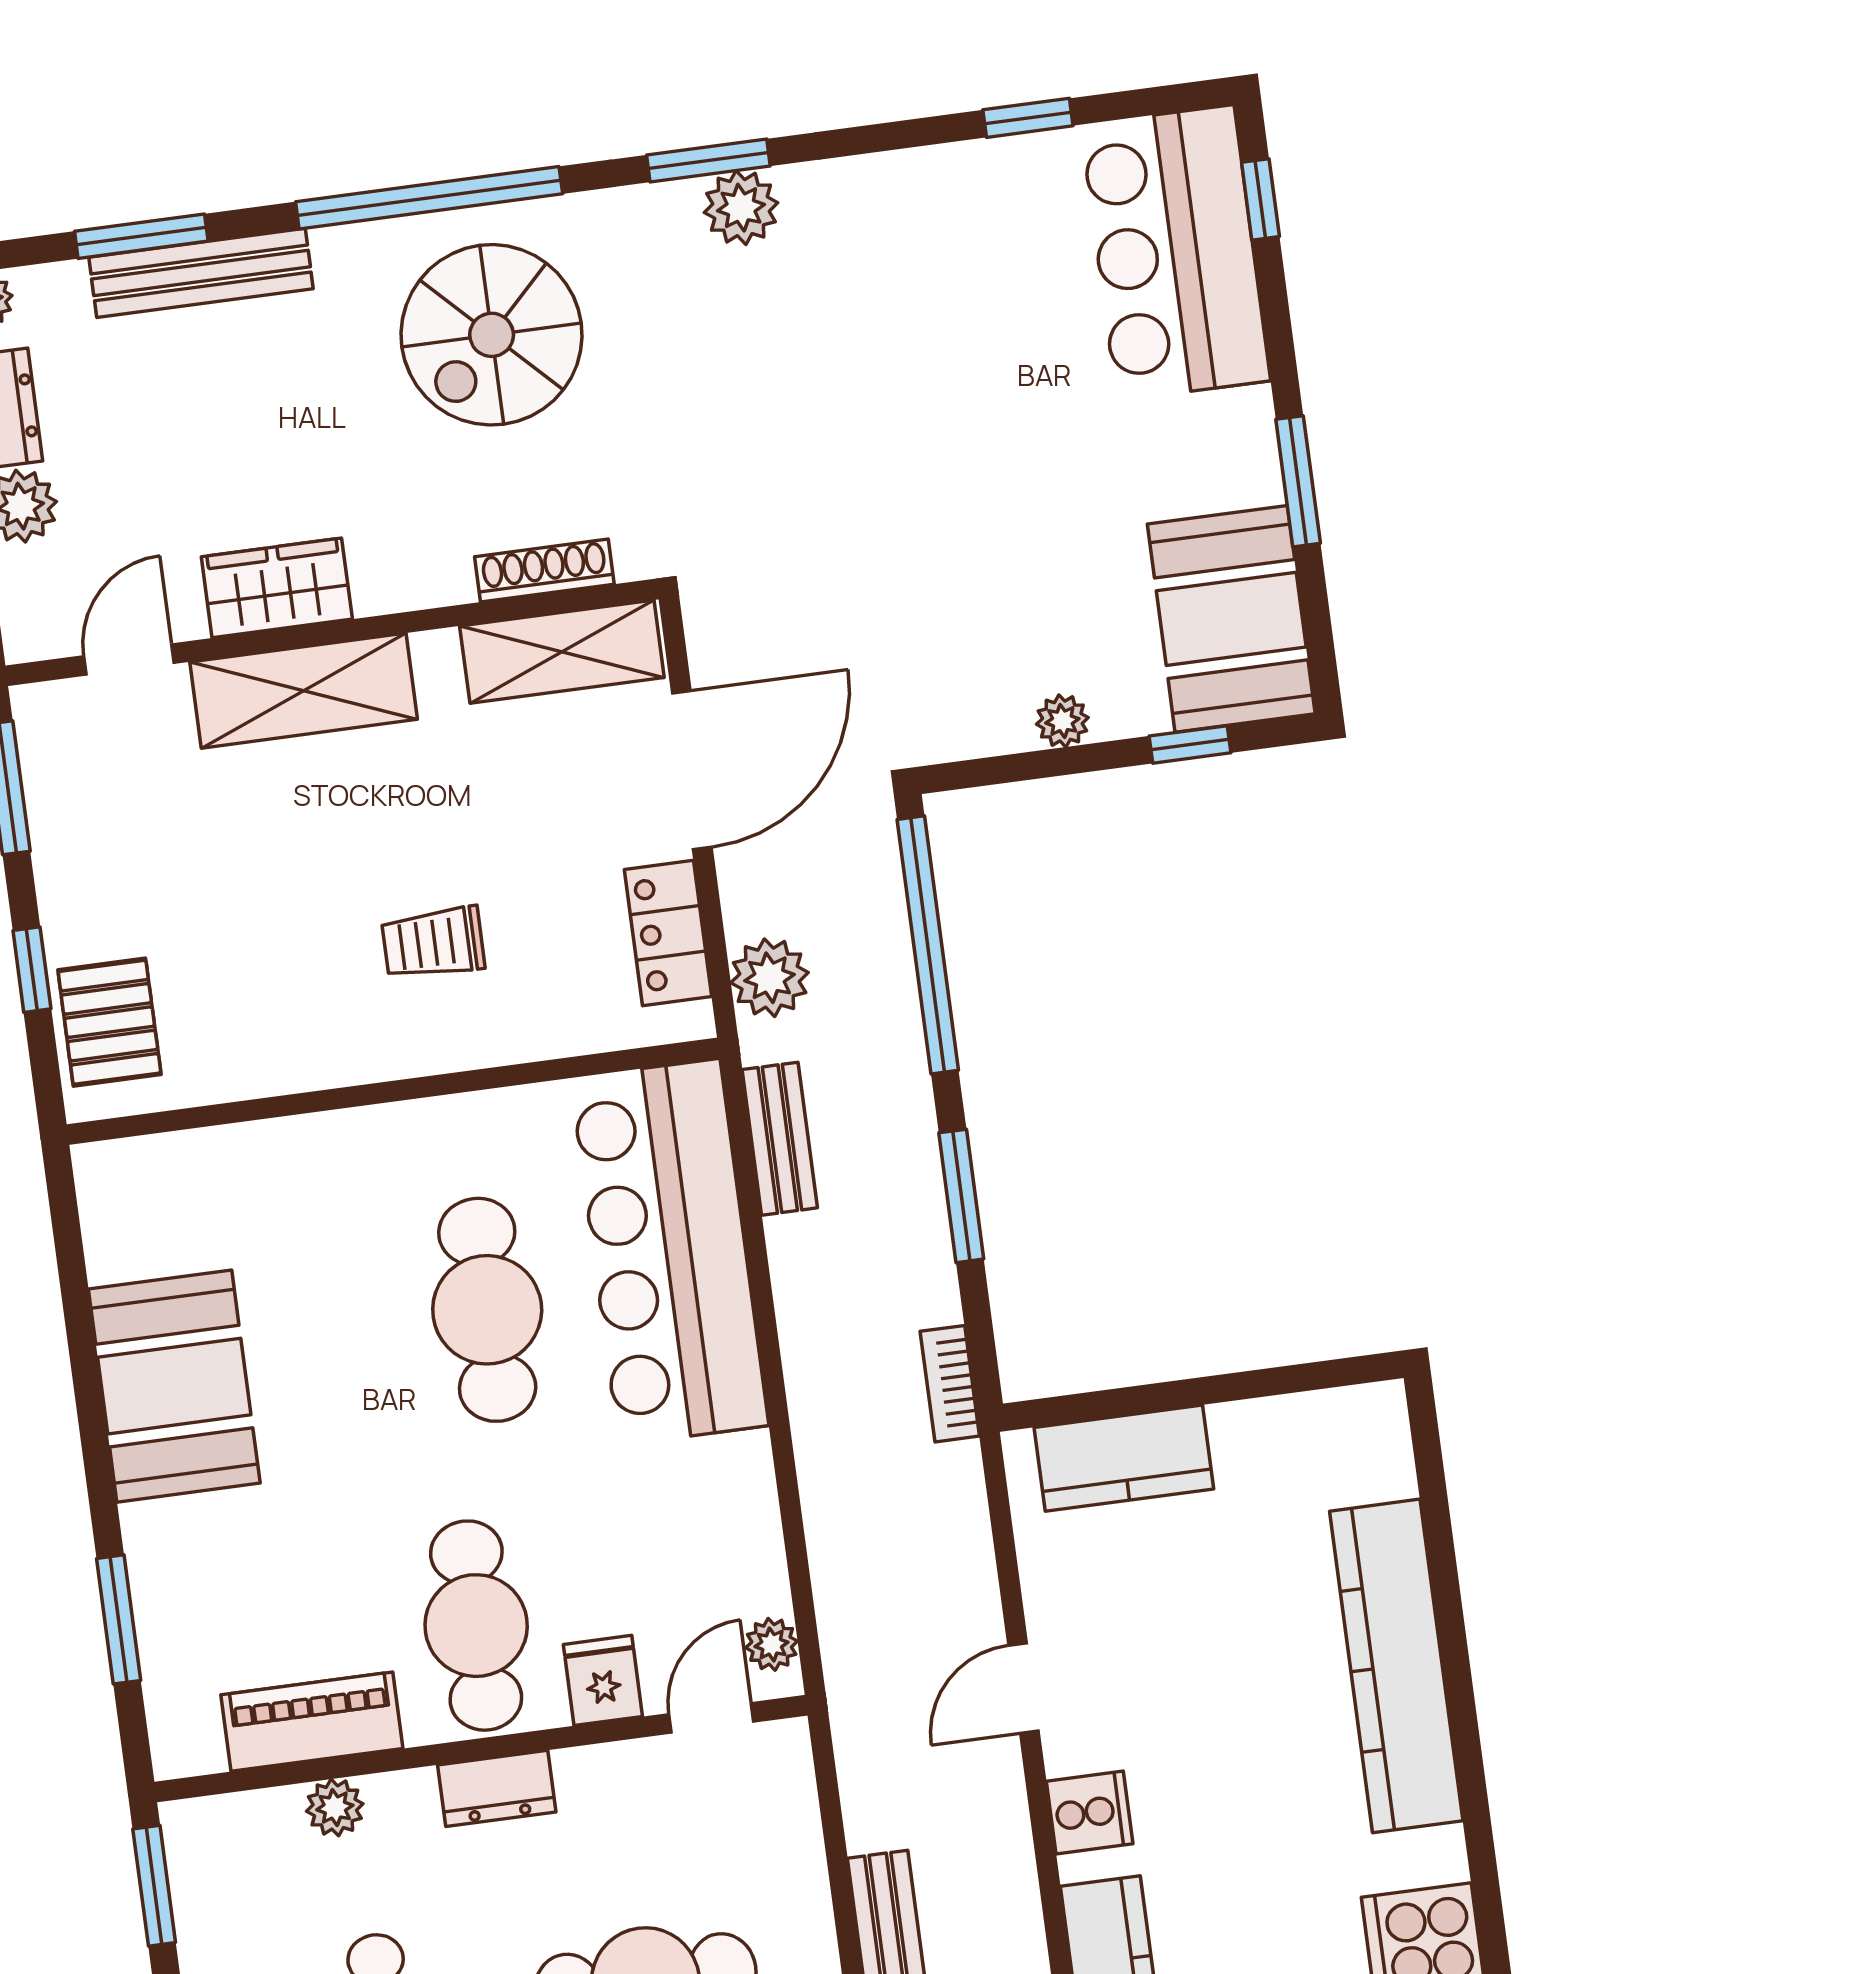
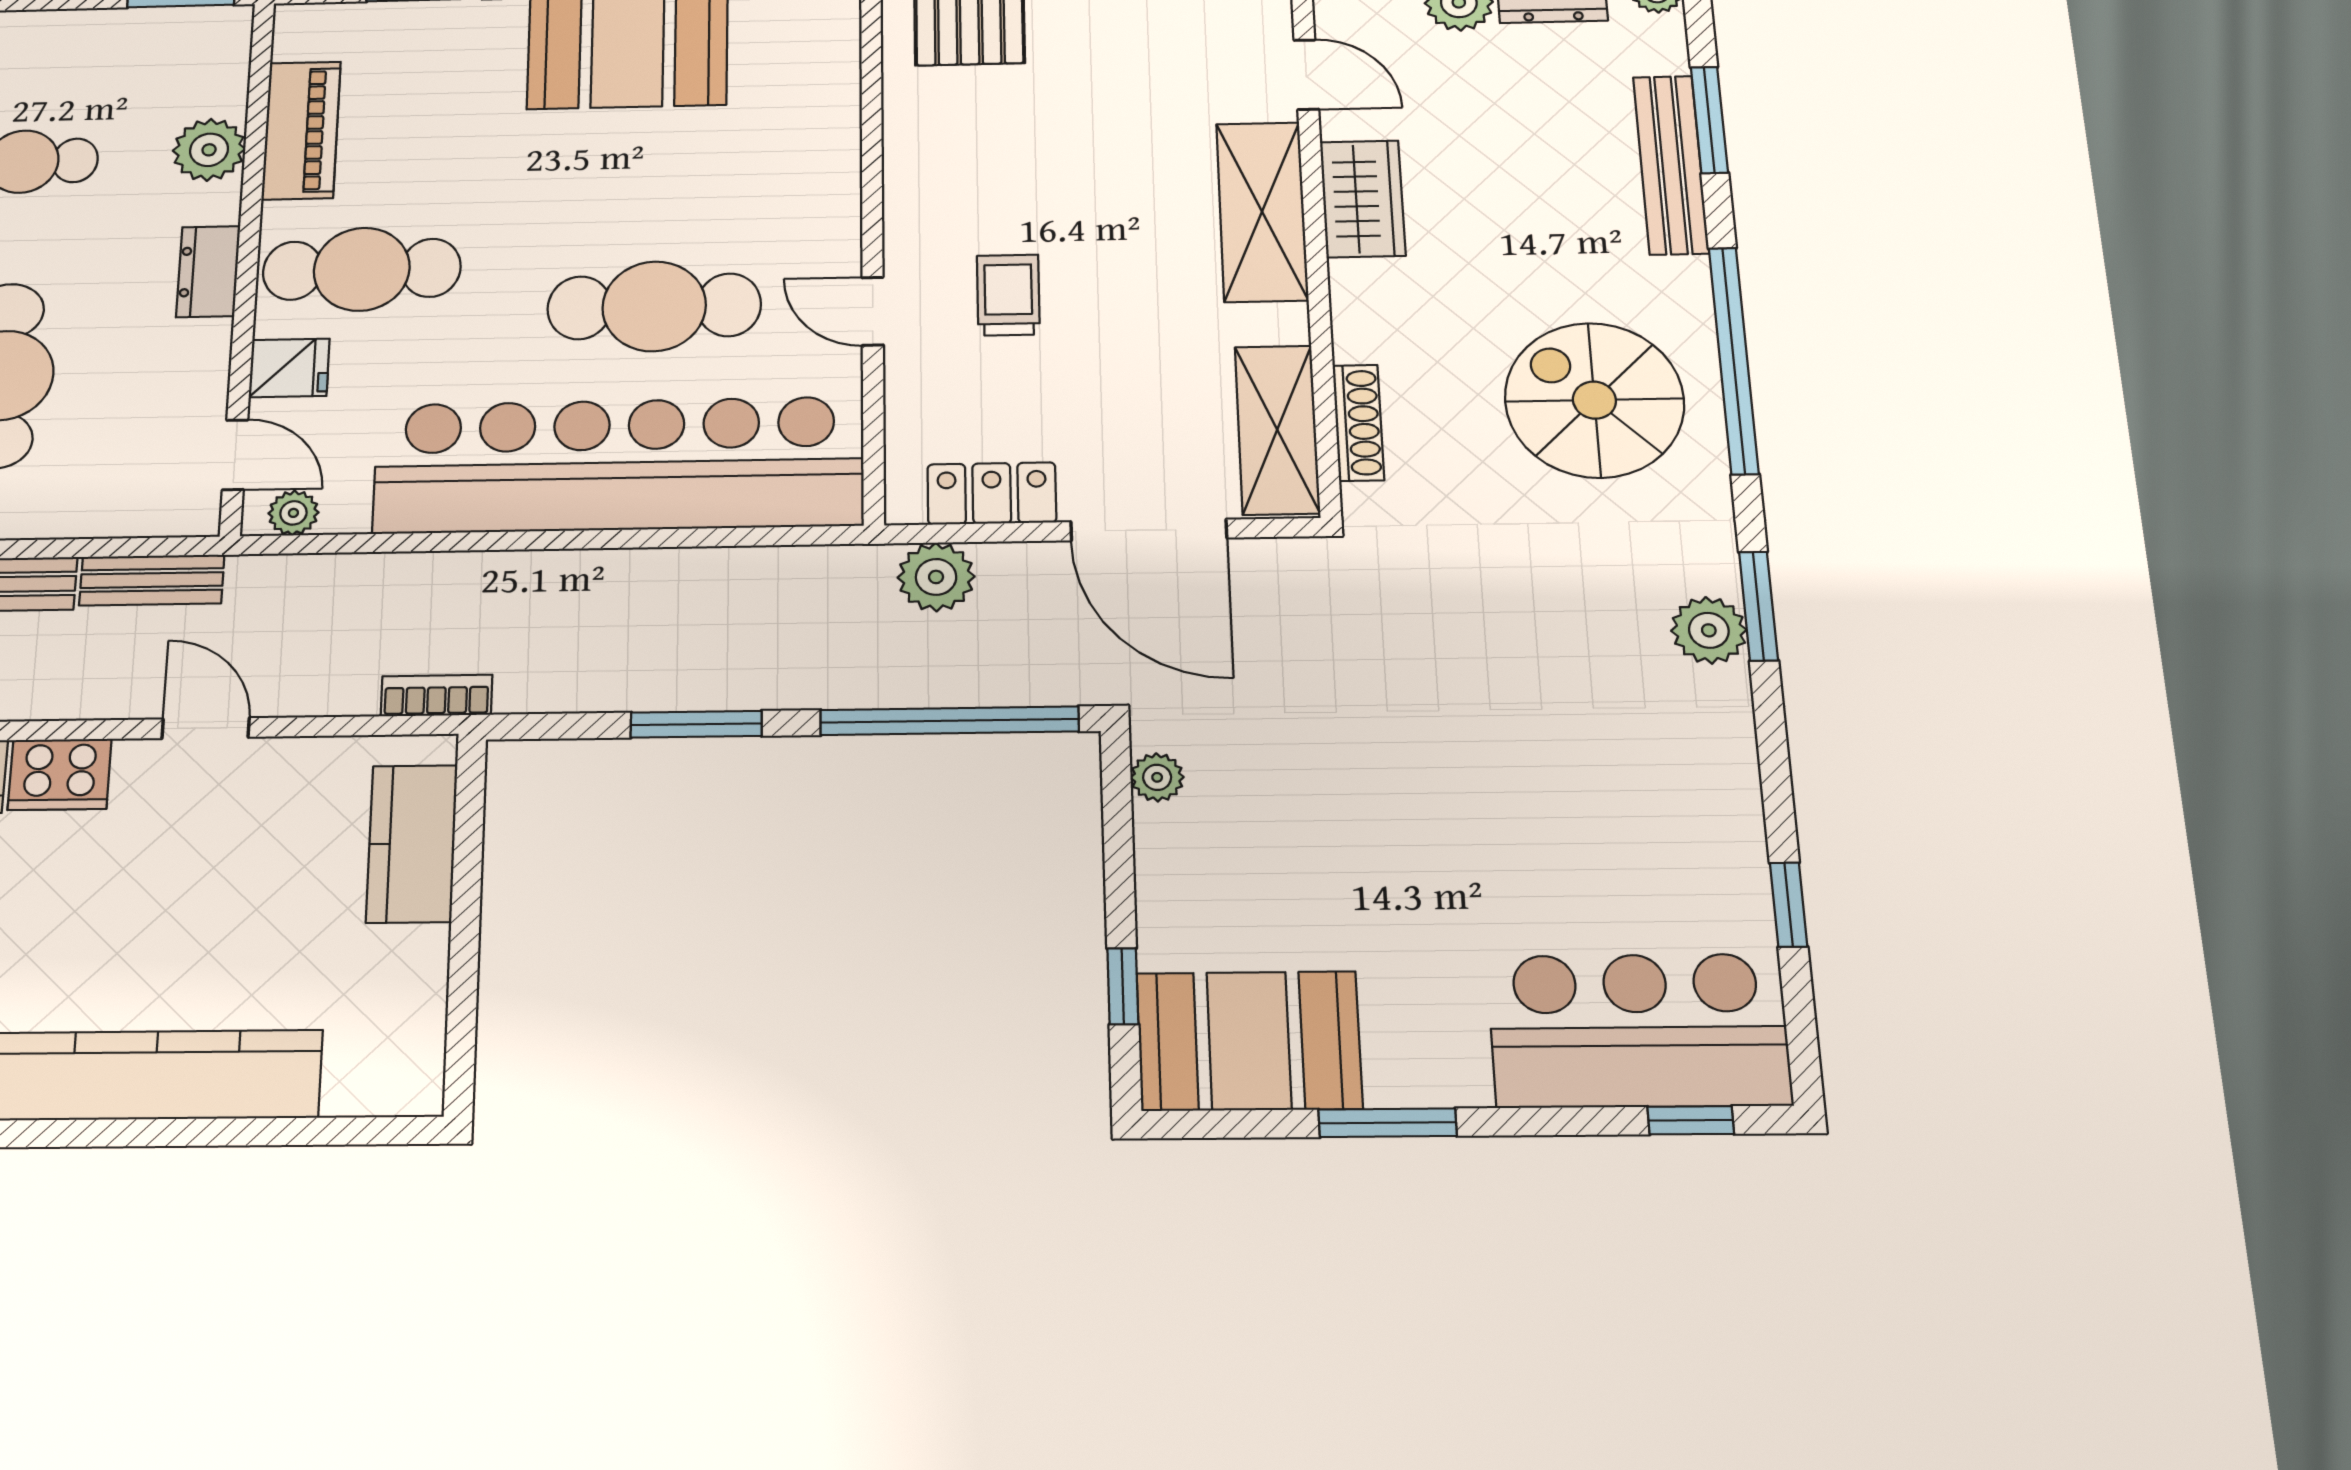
plant: (1062, 721) -> (1157, 777), moved
door: (468, 1081) -> (873, 311), added
bench: (780, 1139) -> (152, 580), moved
bar counter: (669, 1252) -> (618, 465), width x1.36
bookcase: (950, 1384) -> (437, 695), moved
plant: (335, 1808) -> (209, 150), width x1.38, depth x1.38
cooker: (1090, 1813) -> (60, 774), width x1.36

